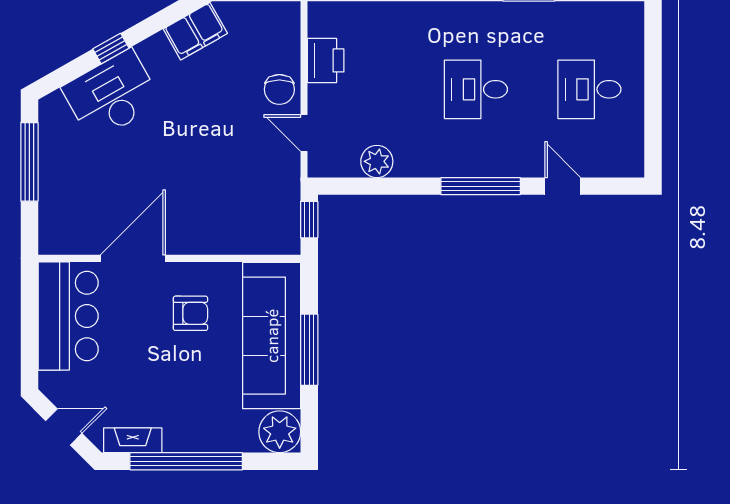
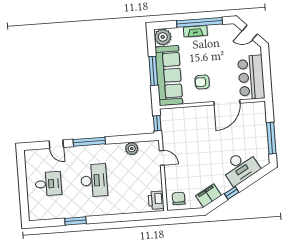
window: (111, 49) -> (232, 193), moved
printer: (326, 60) -> (156, 200), moved
chair: (279, 89) -> (179, 198), moved
desk: (476, 89) -> (94, 180), width x1.37
fireplace: (133, 440) -> (195, 31), moved

